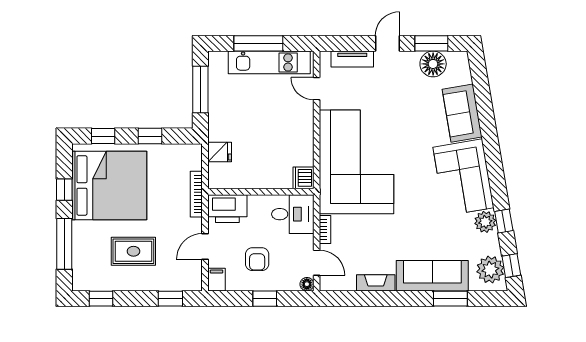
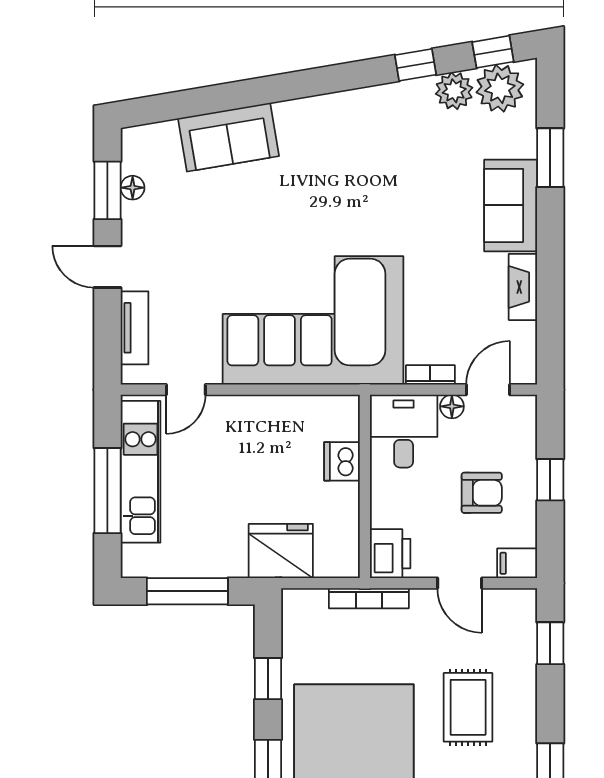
floor lamp: (433, 64) -> (133, 188), width x0.53, depth x0.53
fridge: (220, 152) -> (281, 551), width x1.88, depth x1.34
corner sofa: (463, 177) -> (340, 135), removed
dishwasher: (303, 178) -> (342, 461), moved, turned 90
printer: (227, 209) -> (390, 554), width x0.73, depth x0.84
plant: (485, 222) -> (454, 91), moved
sofa: (432, 276) -> (511, 205), width x0.73
floor lamp: (307, 284) -> (452, 406), moved

